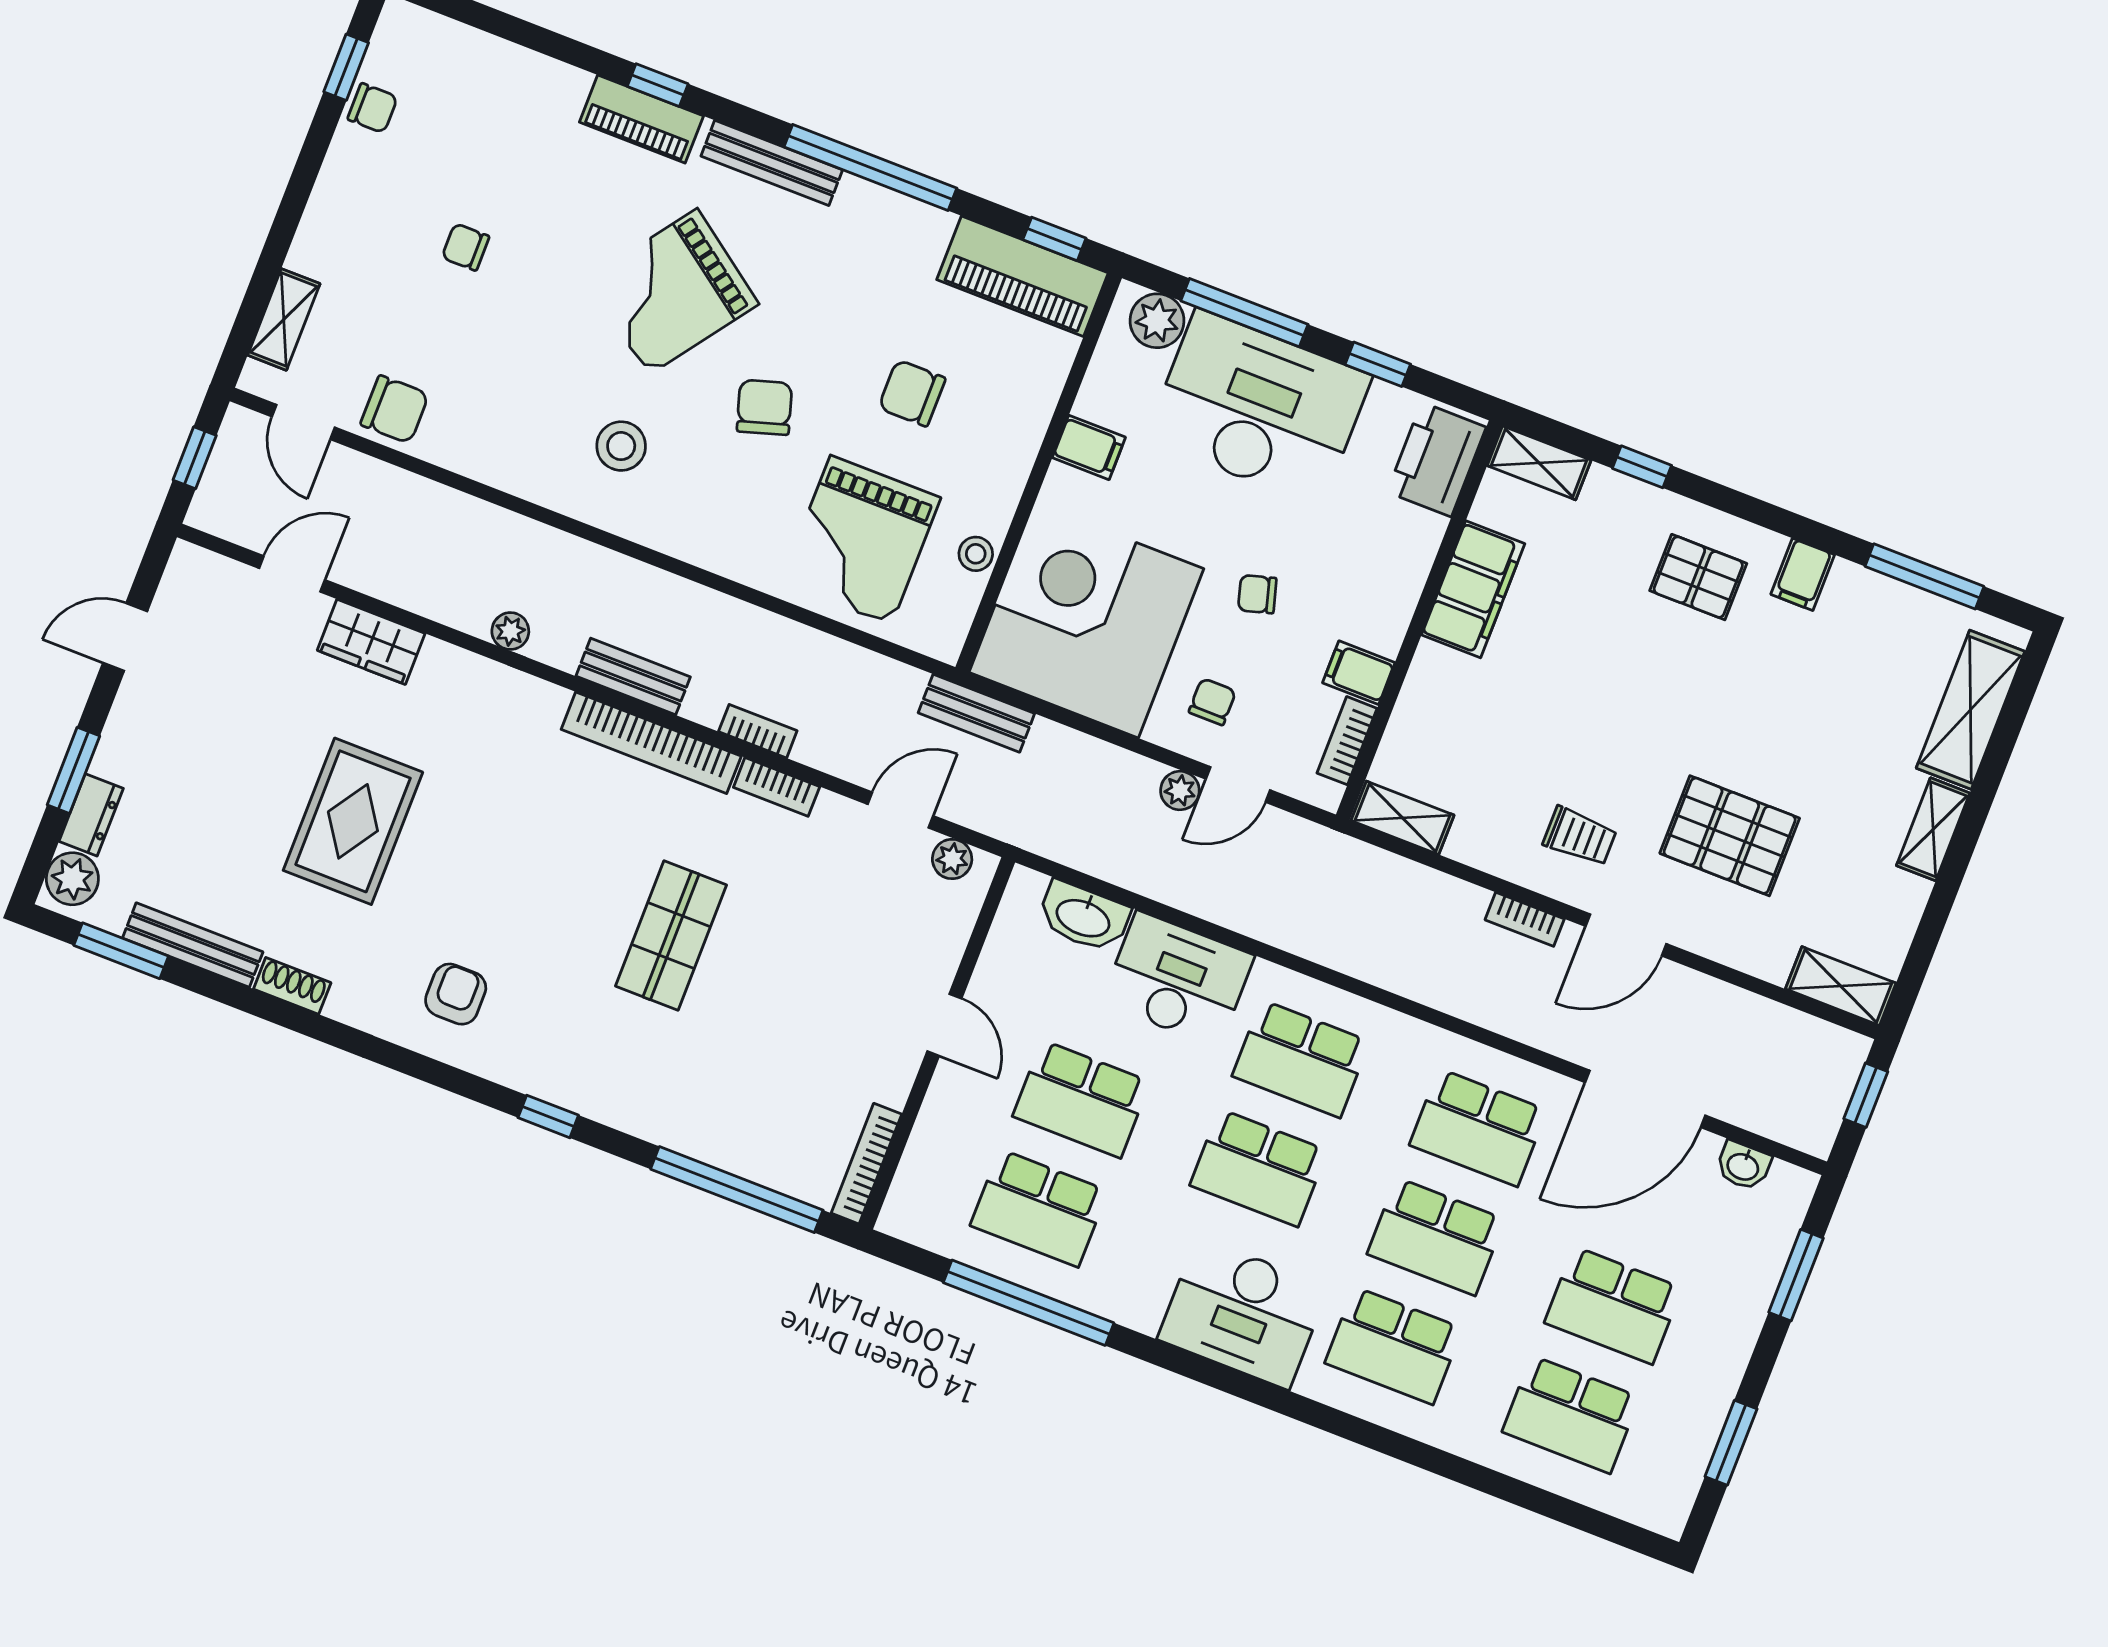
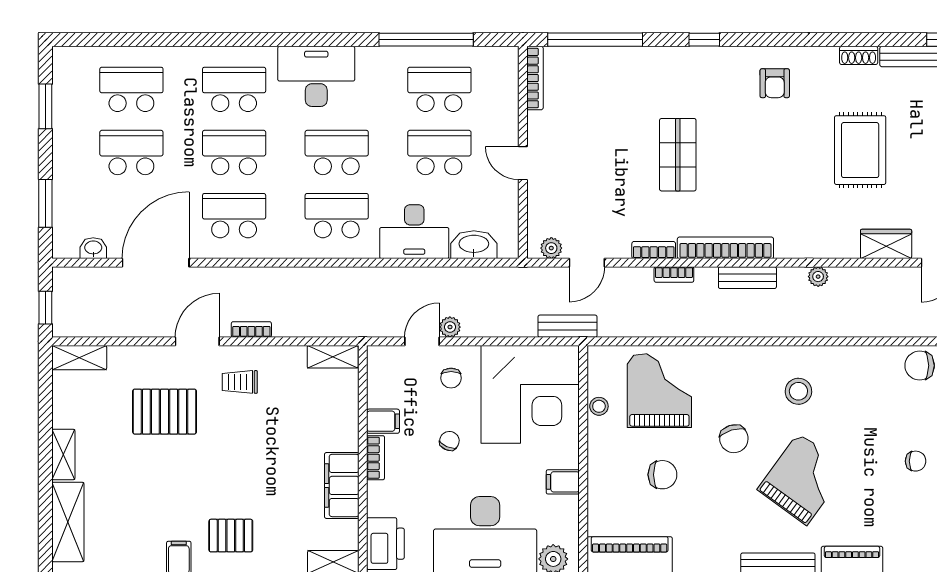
chair: (1257, 594) -> (449, 441), turned -50
bookcase: (1347, 741) -> (376, 458), moved

